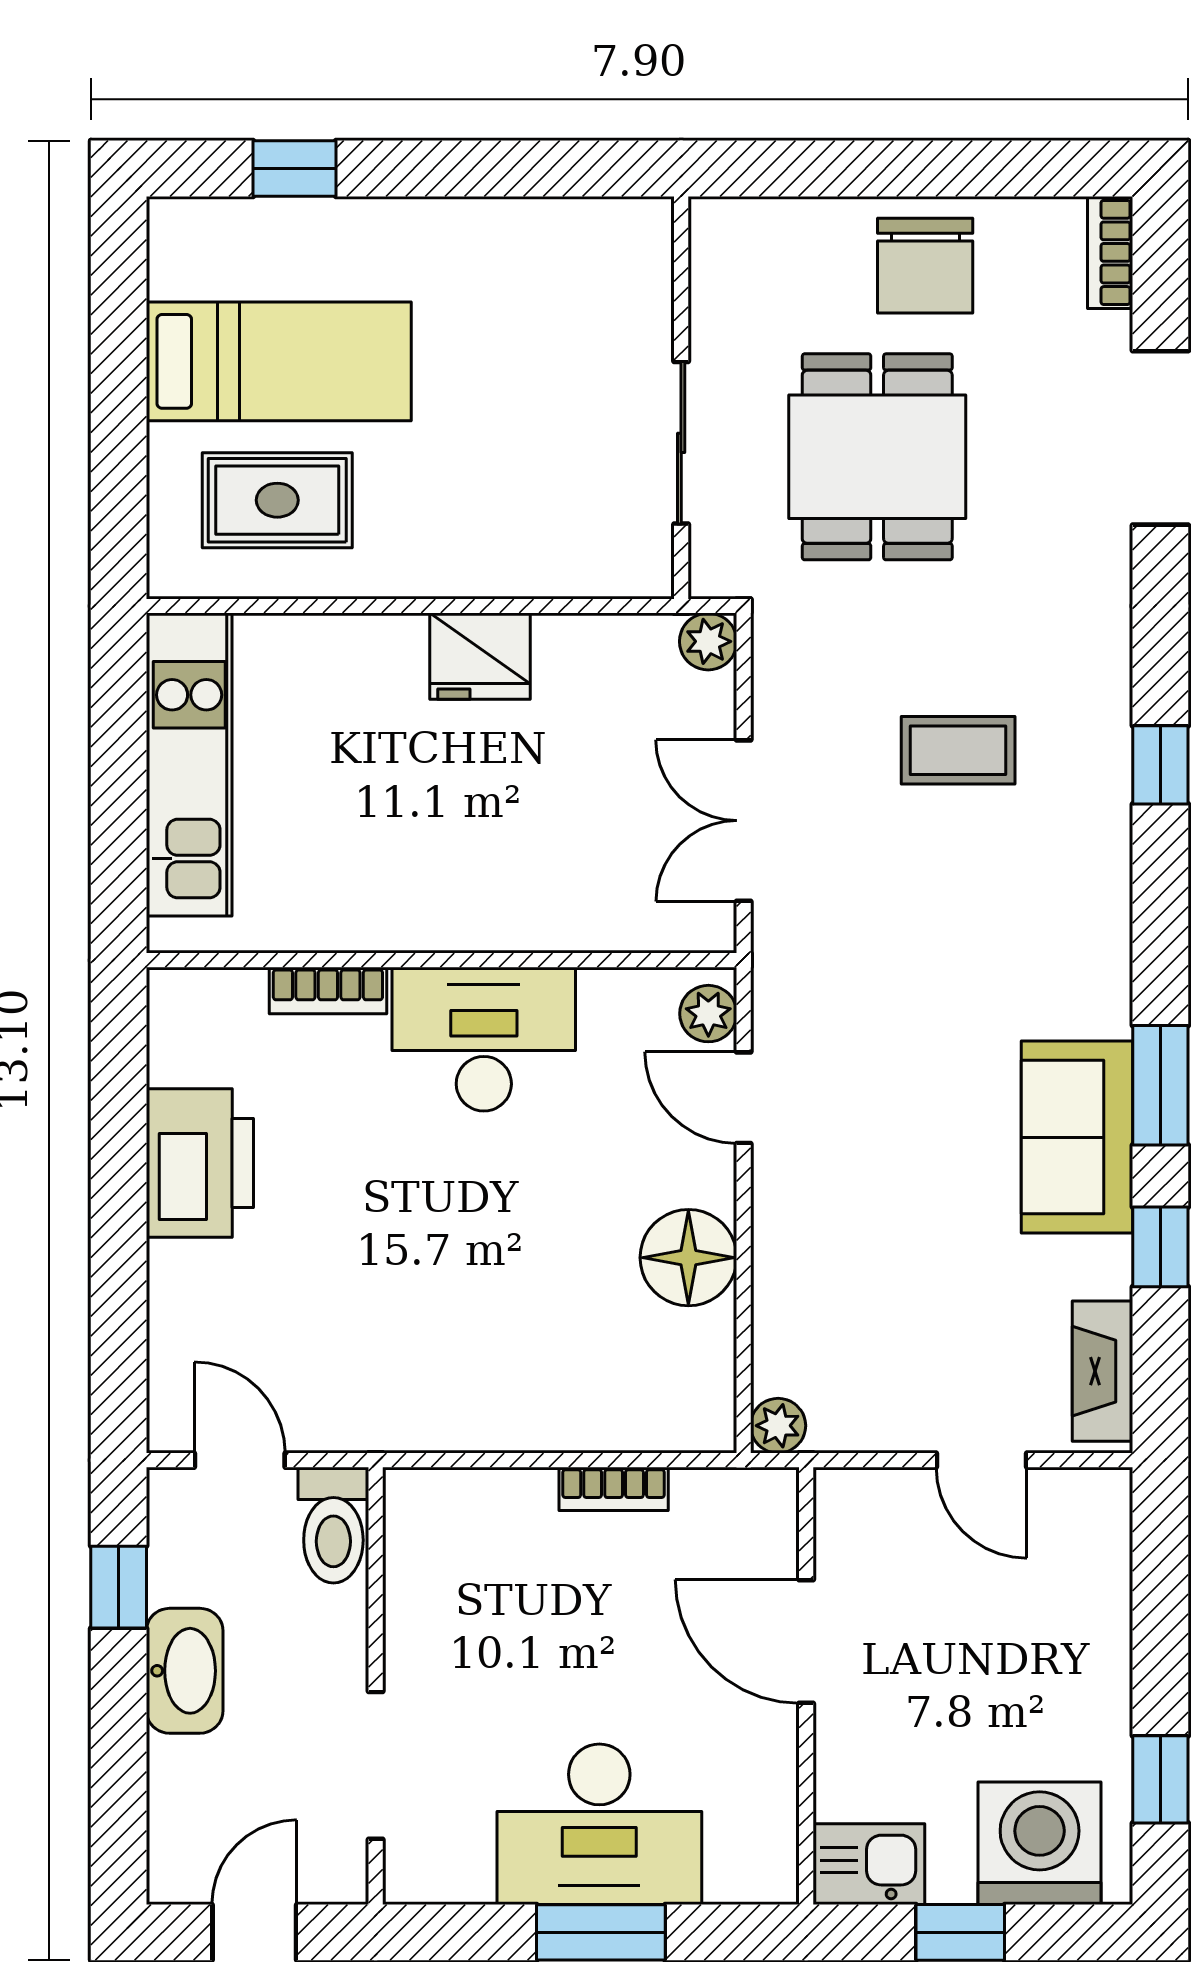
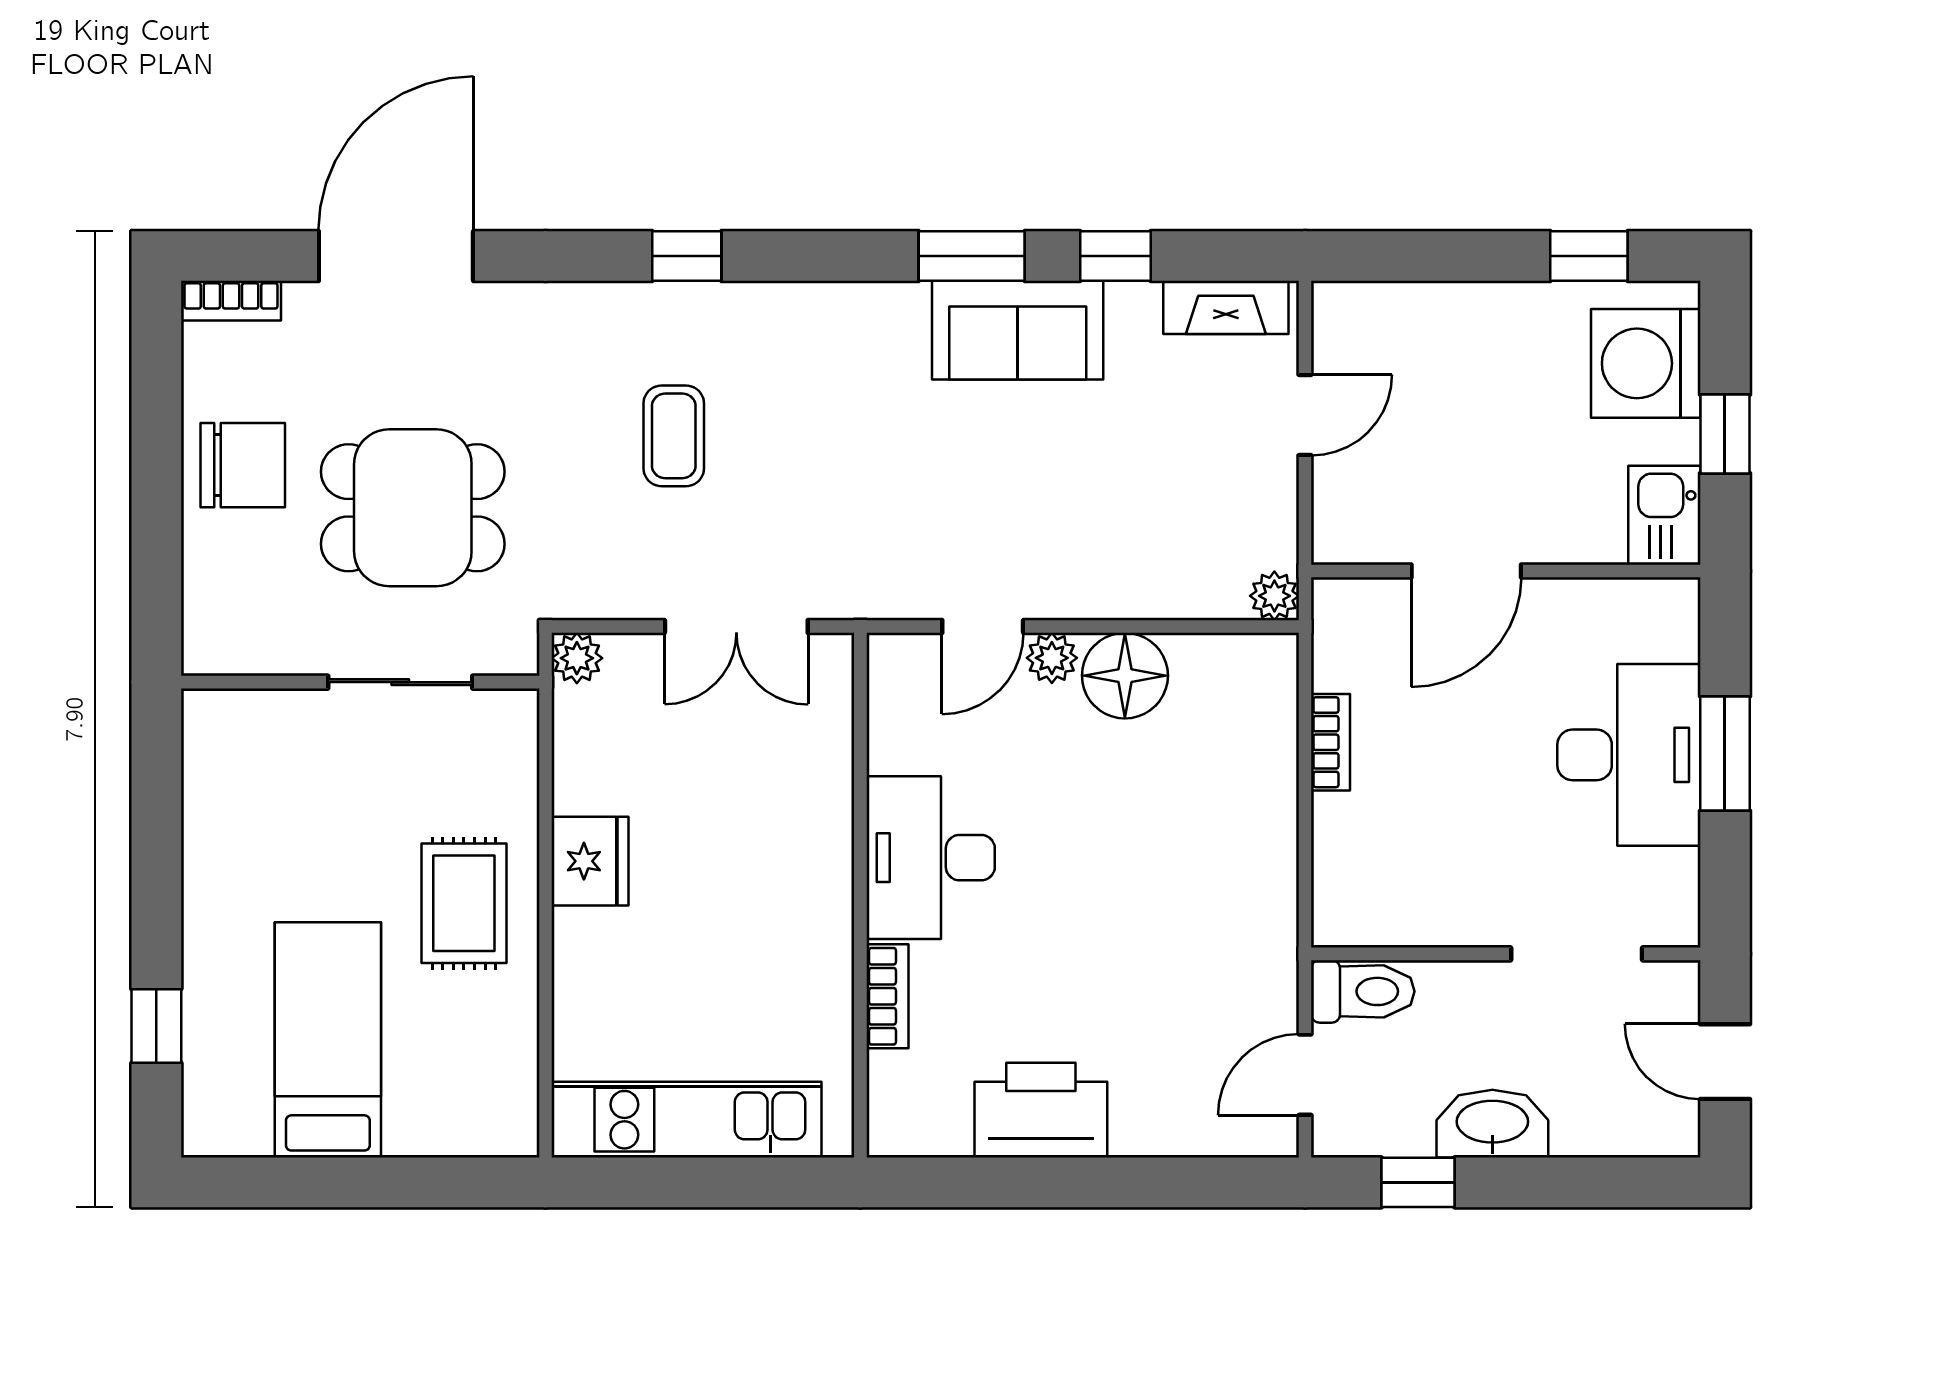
rug: (277, 500) -> (464, 903), moved
plant: (708, 1014) -> (1052, 658), moved

